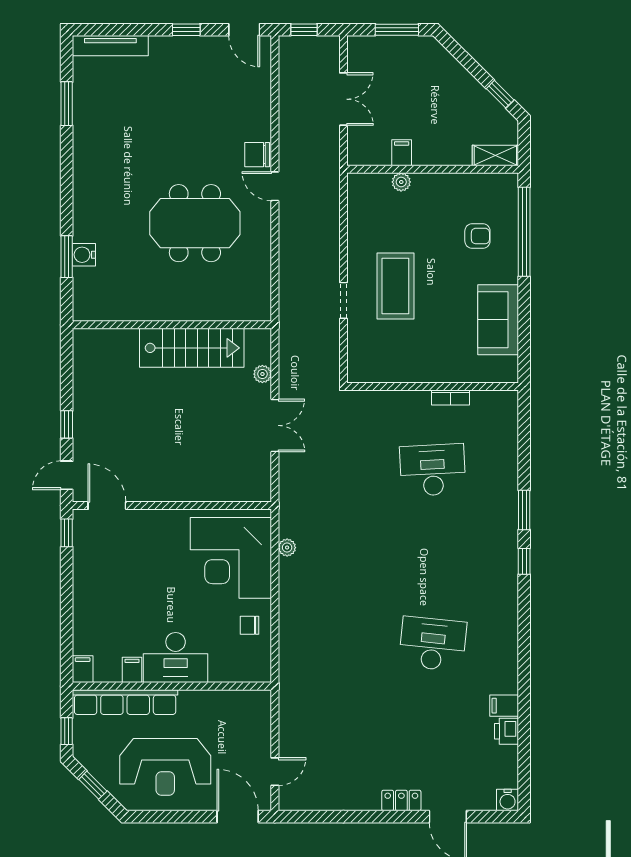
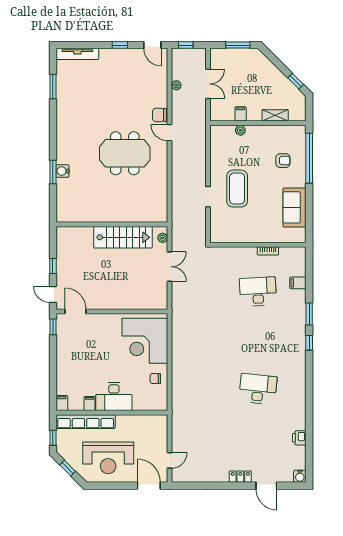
shelving: (495, 155) -> (275, 115), moved
wall: (172, 325) -> (112, 224), moved
stairs: (192, 348) -> (123, 237), moved
door: (67, 475) -> (53, 295), hinge flipped
plant: (287, 548) -> (176, 85), moved
filing cabinet: (504, 706) -> (298, 283), moved

